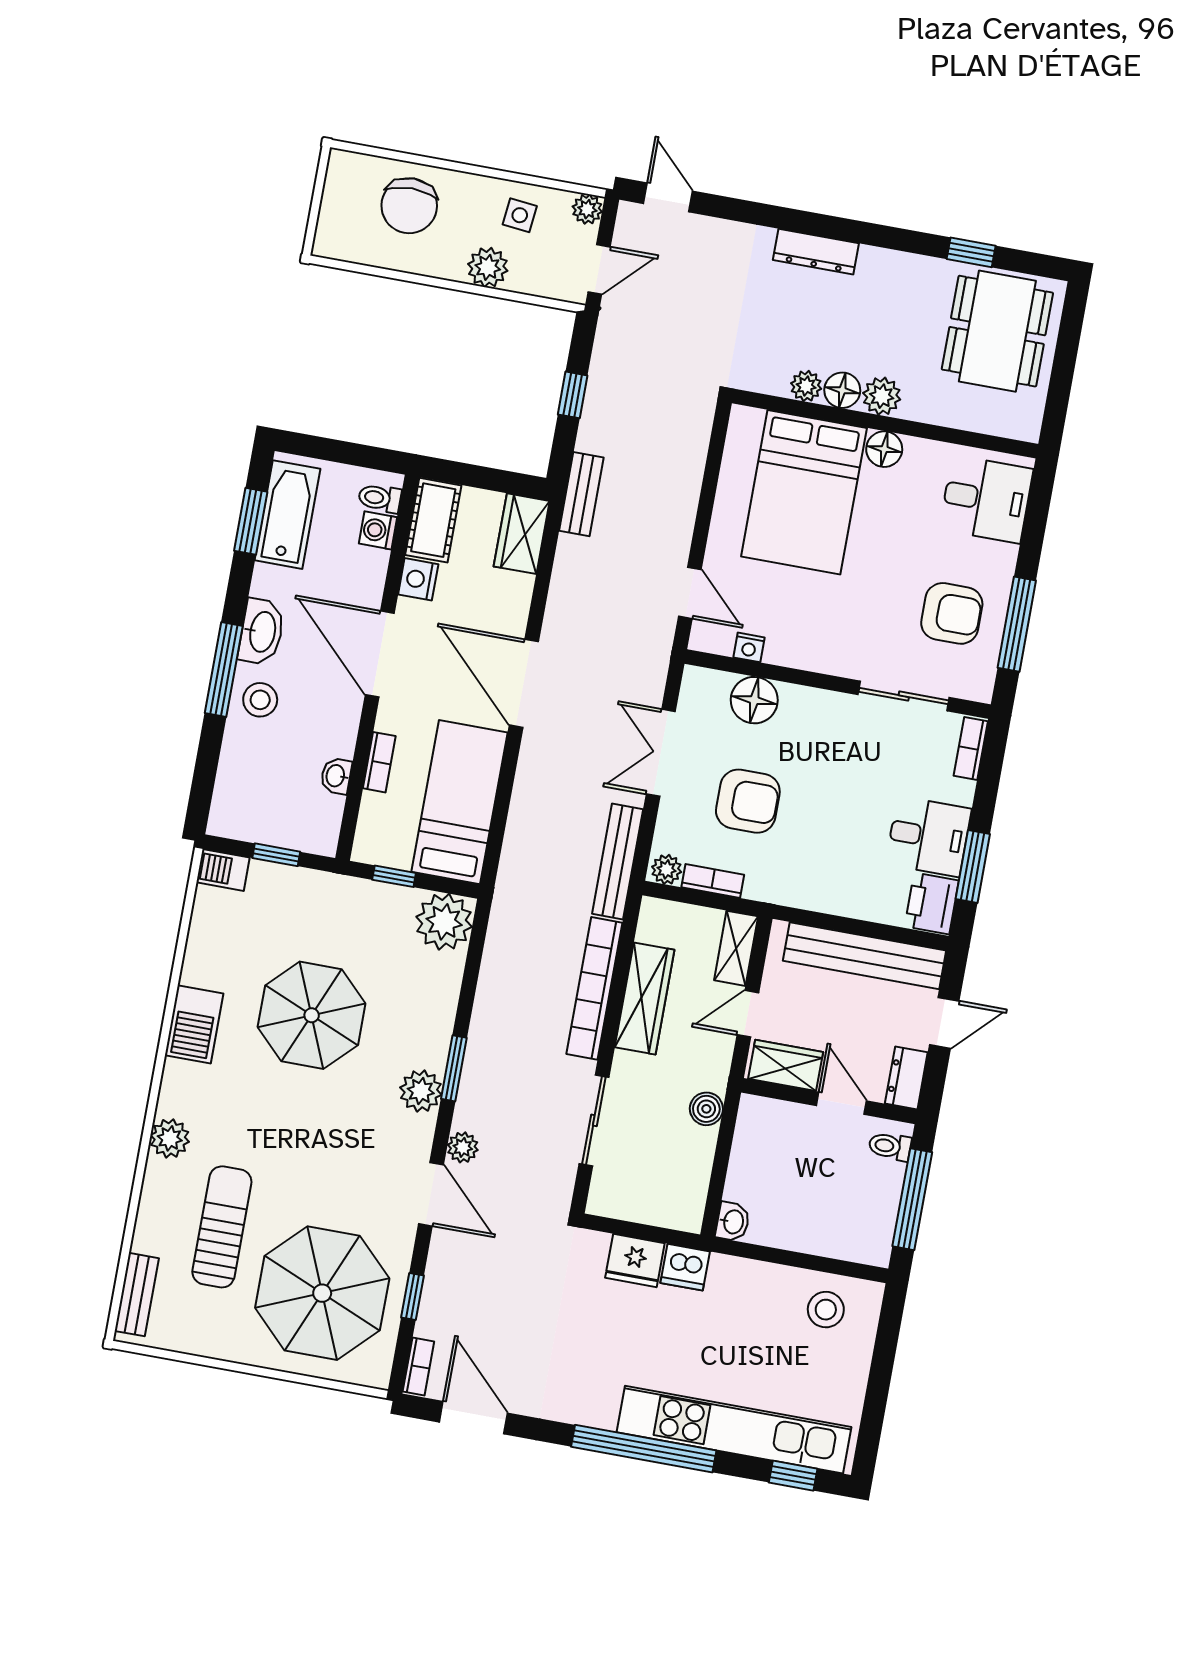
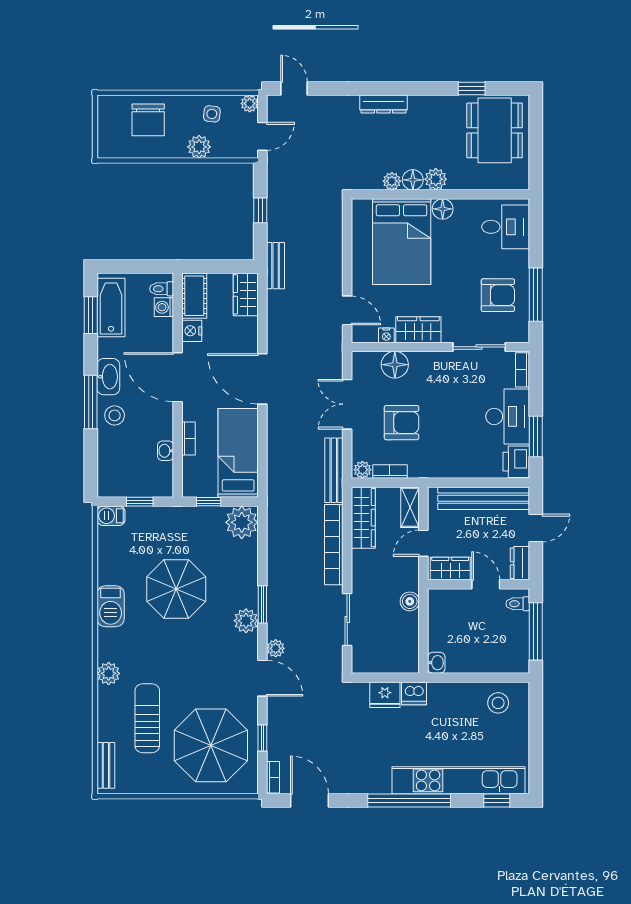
wardrobe: (805, 648) -> (418, 330), added
desk: (929, 836) -> (508, 416), width x1.37
wardrobe: (645, 999) -> (363, 518), moved

